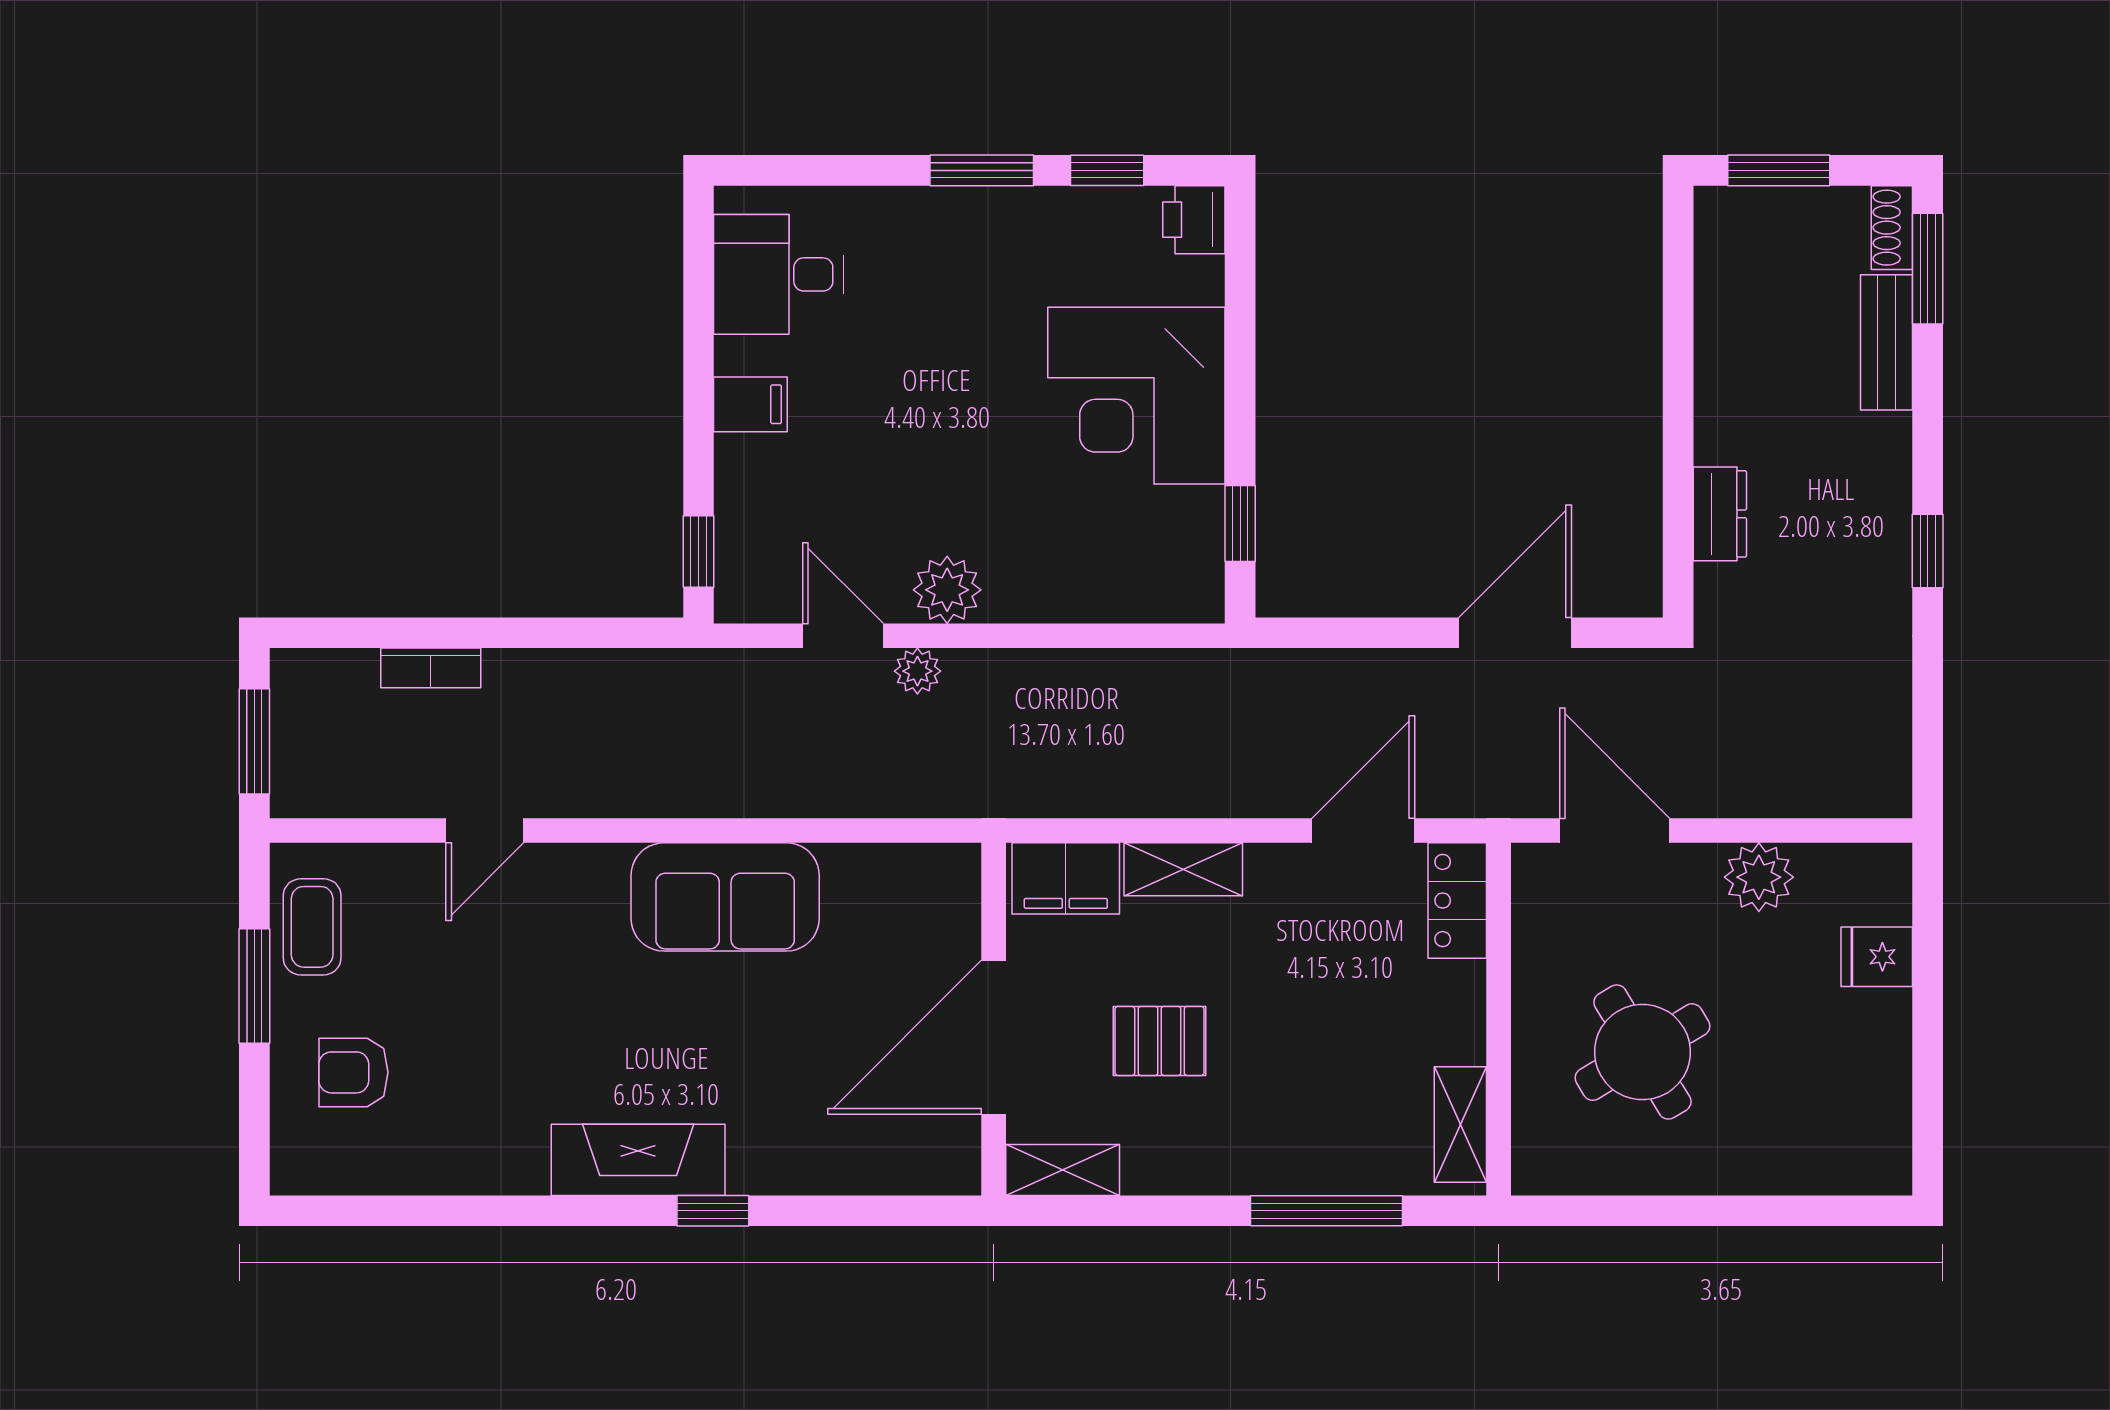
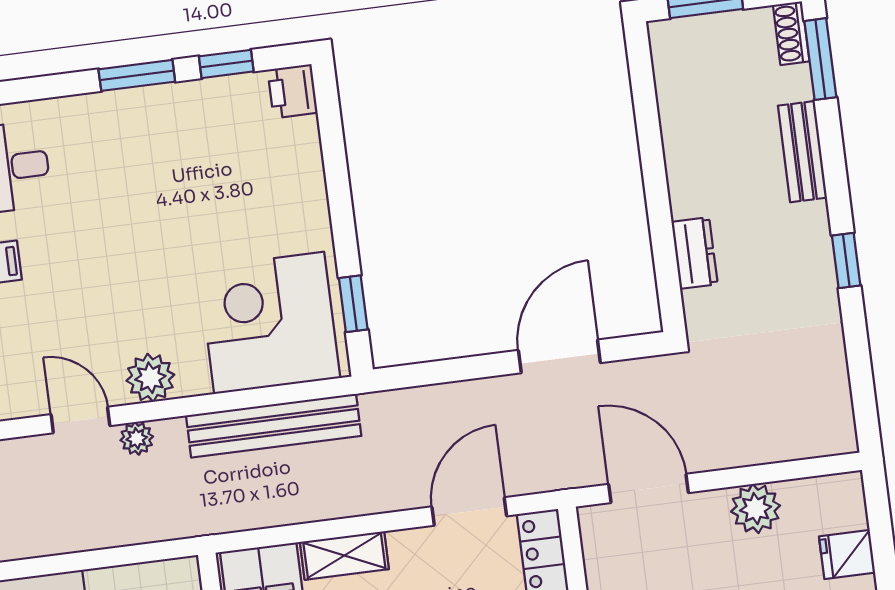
bench: (1887, 342) -> (802, 152), moved
corner desk: (1136, 396) -> (269, 323), moved, turned 90
bench: (1109, 678) -> (274, 426), added

